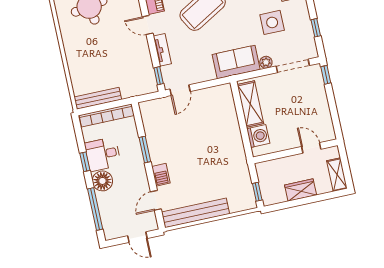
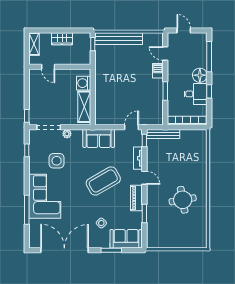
sofa: (236, 62) -> (99, 138), moved
bench: (98, 98) -> (163, 134), moved
door: (156, 200) -> (165, 53), swing flipped
bench: (196, 213) -> (119, 39), moved

